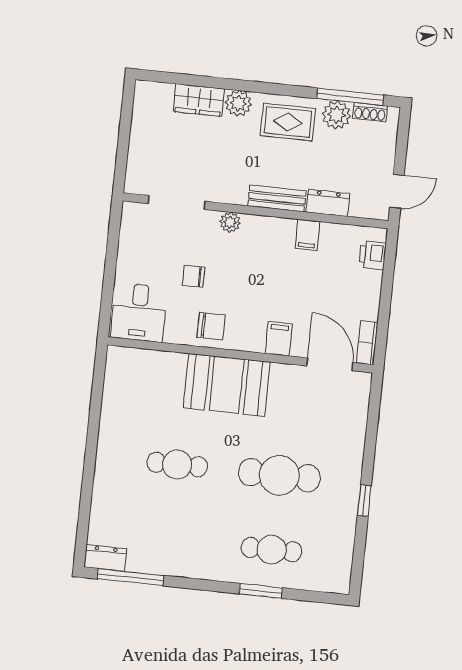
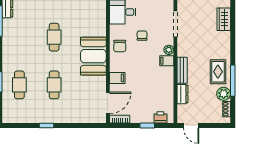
window: (350, 97) -> (233, 81), moved
wardrobe: (199, 100) -> (224, 19), moved
plant: (238, 103) -> (224, 48), removed
filing cabinet: (307, 235) -> (167, 61), moved
window: (387, 285) -> (147, 125), added
cafe table: (279, 475) -> (54, 85), width x0.73, depth x0.74

